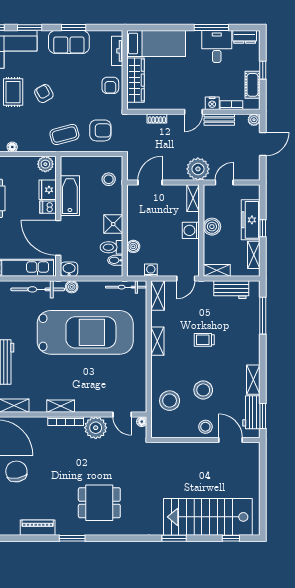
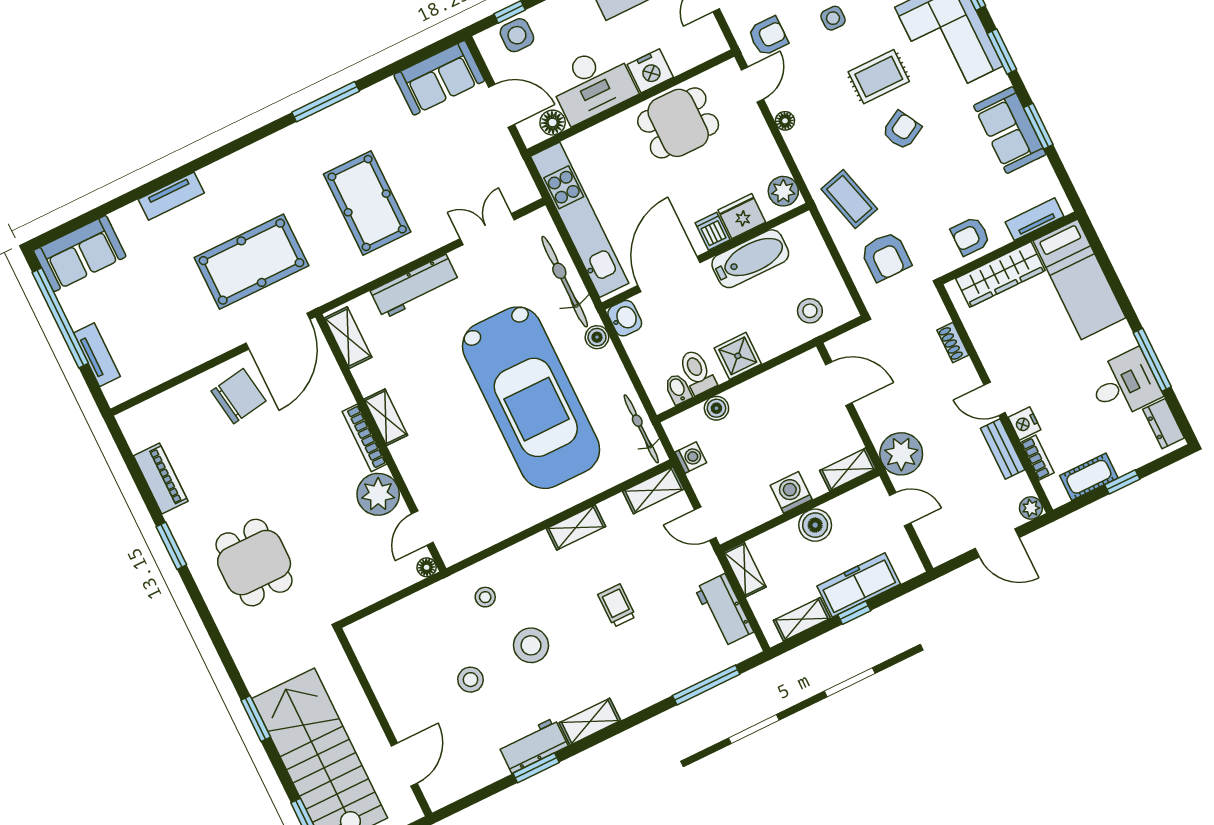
stool: (170, 401) -> (485, 597), width x0.53, depth x0.53
wall: (205, 440) -> (383, 722), moved
door: (231, 440) -> (404, 765), moved

